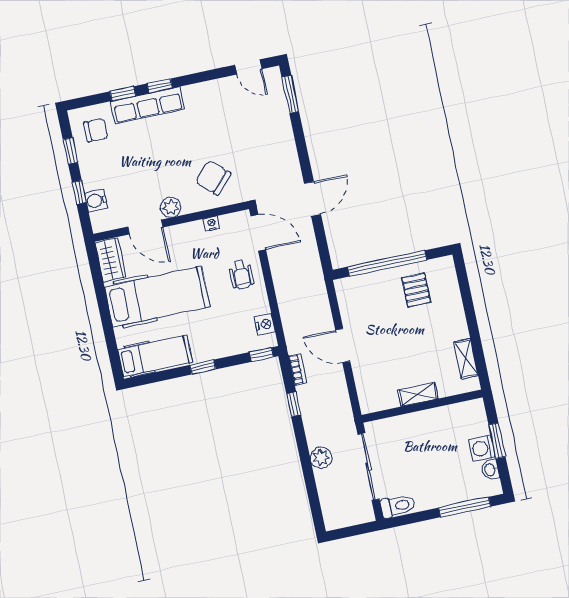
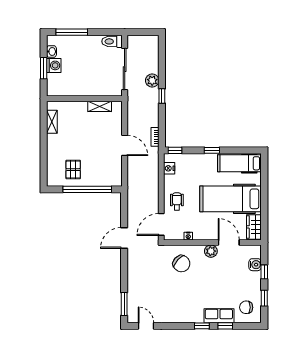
row of seats: (148, 105) -> (219, 316), width x0.68
door: (258, 233) -> (161, 224), hinge flipped
shelving: (418, 394) -> (100, 106), moved
window: (294, 404) -> (162, 96), moved

